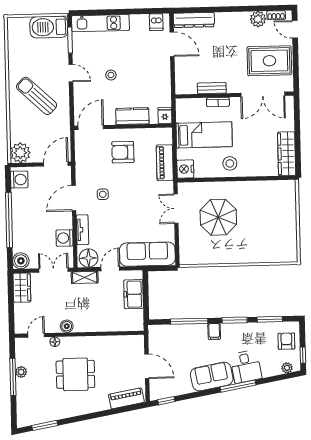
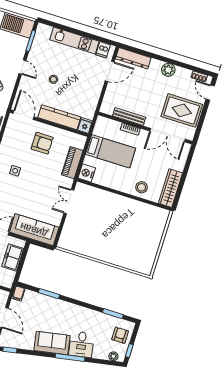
plant: (258, 19) -> (168, 70), moved
kitchen unit: (100, 23) -> (74, 41), moved
door: (172, 44) -> (110, 71), hinge flipped
bench: (212, 88) -> (129, 117), width x1.36
kitchen counter: (132, 116) -> (59, 117), width x1.50
door: (91, 127) -> (24, 115), hinge flipped
armchair: (123, 152) -> (42, 143), turned 180
stool: (230, 163) -> (142, 187), moved
parasol: (218, 217) -> (100, 220), removed
window: (235, 320) -> (85, 305), removed
window: (189, 321) -> (49, 294), width x0.69
filing cabinet: (214, 331) -> (18, 293), moved

